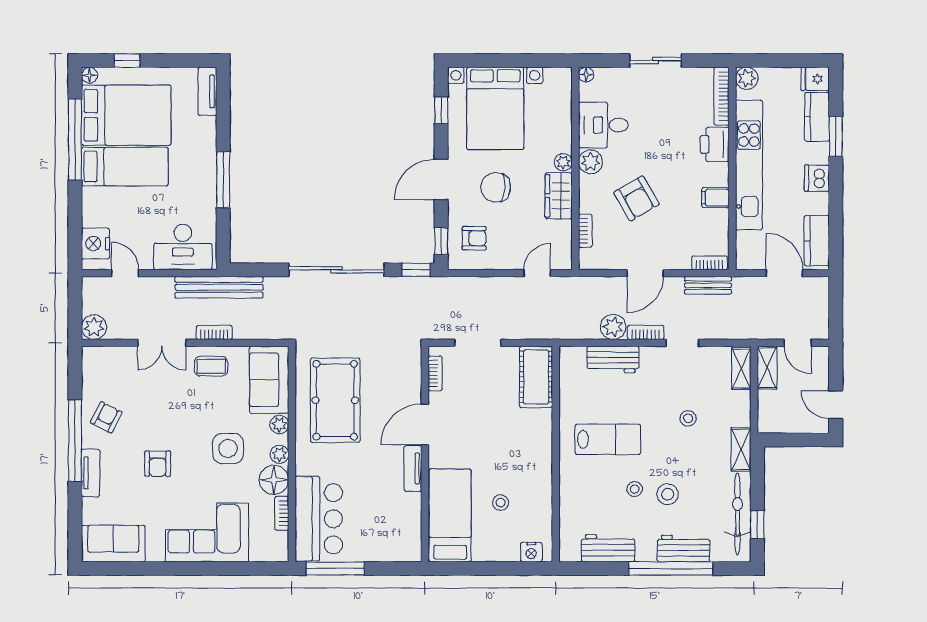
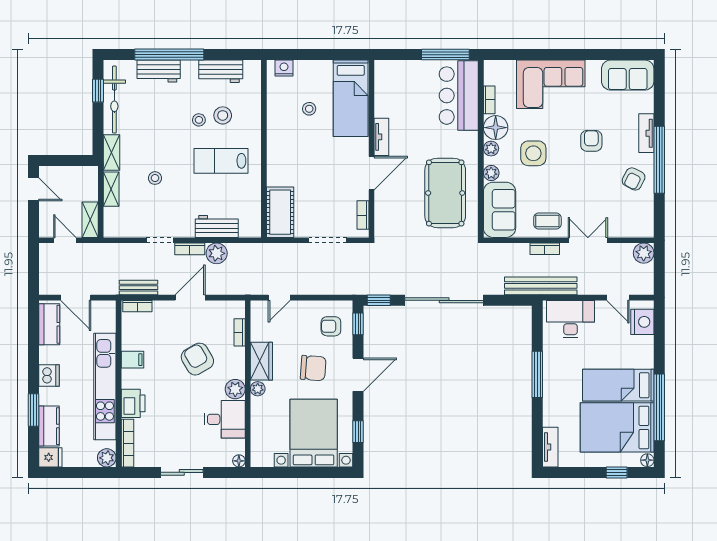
shelving: (741, 368) -> (111, 189), moved
stool: (668, 494) -> (223, 115), moved

